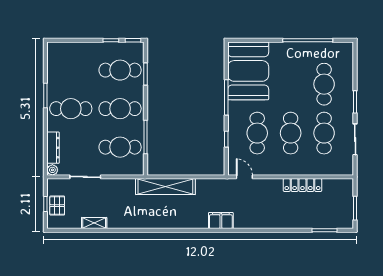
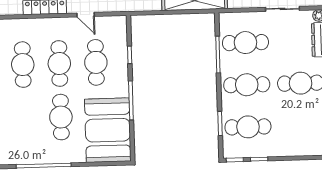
cafe table: (324, 84) -> (61, 117), moved
door: (244, 177) -> (86, 15), moved

